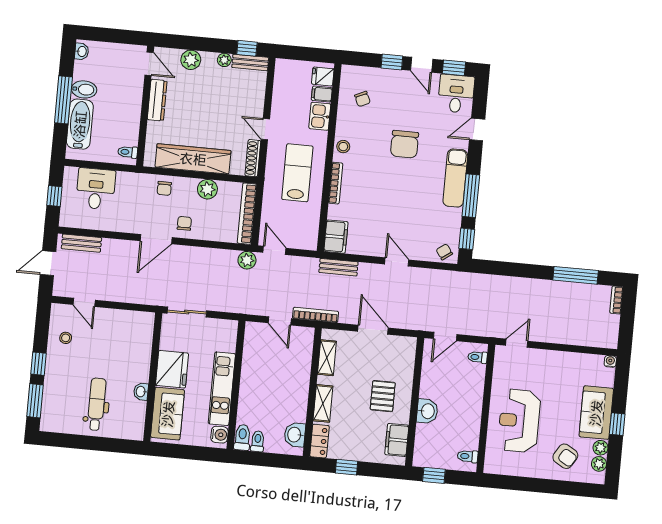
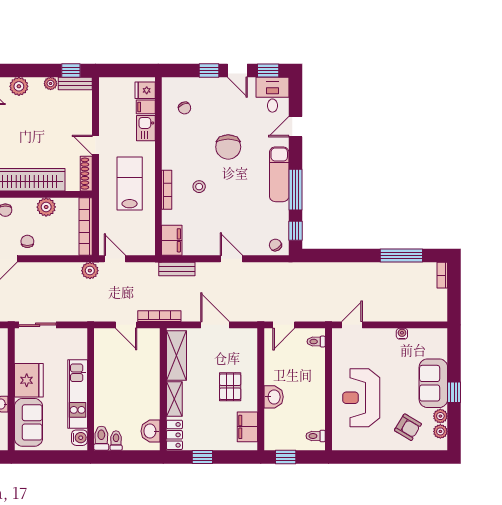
stool: (343, 147) -> (199, 187), moved
shelving: (327, 358) -> (177, 355), width x1.50, depth x1.33
water cooler: (610, 361) -> (402, 334), moved

